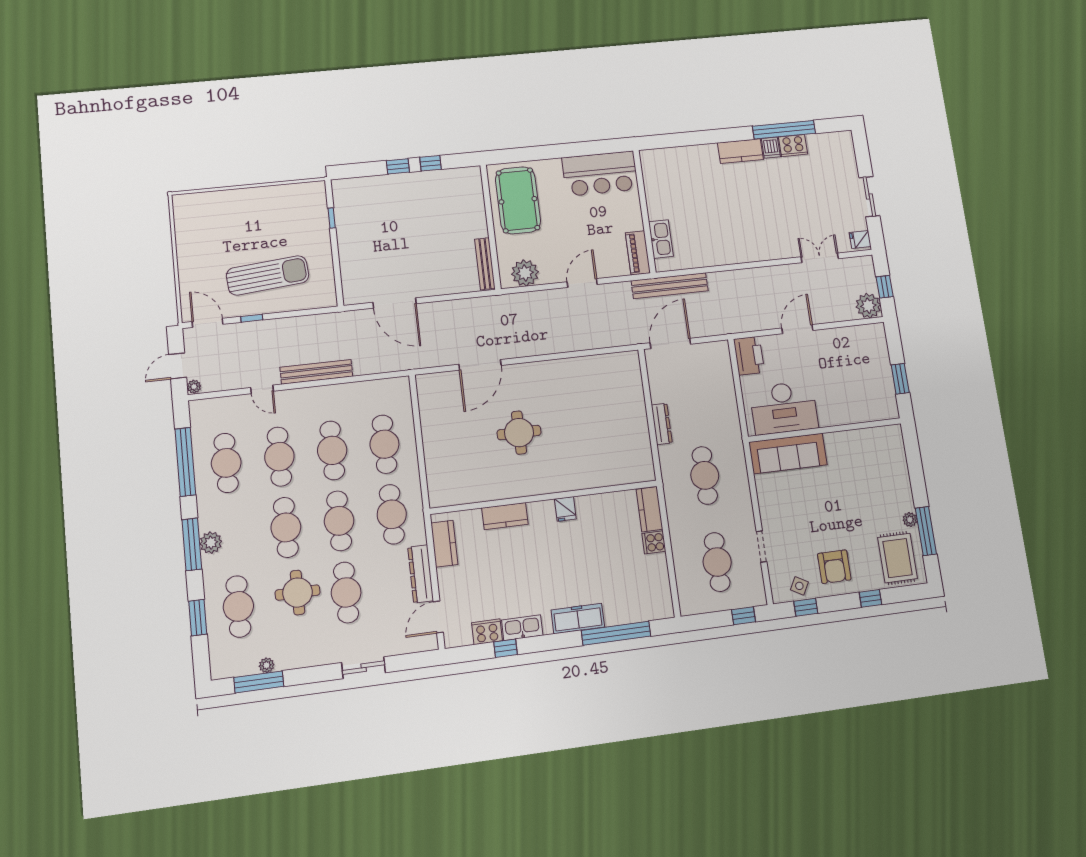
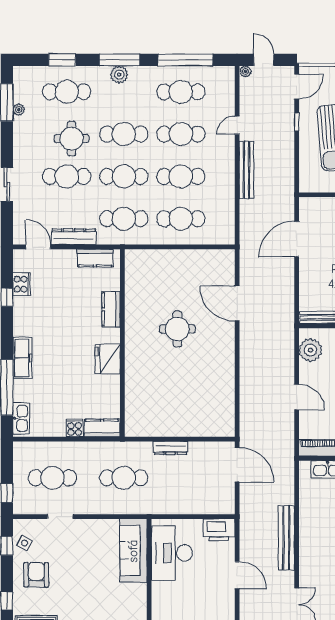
bench: (670, 286) -> (286, 538), moved
fridge: (565, 509) -> (108, 359), width x1.88, depth x1.34
armchair: (834, 567) -> (36, 575), turned 90
kitchen sink: (522, 628) -> (21, 418), moved

